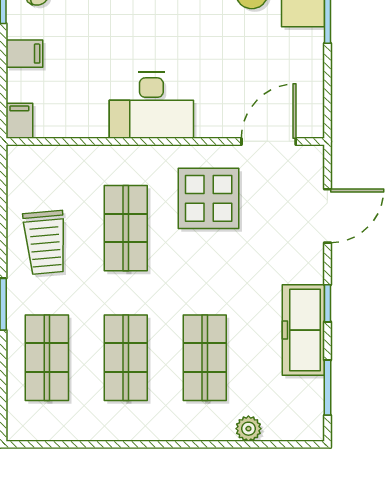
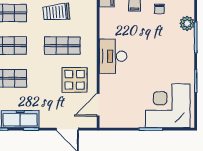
door: (269, 141) -> (98, 105), swing flipped

